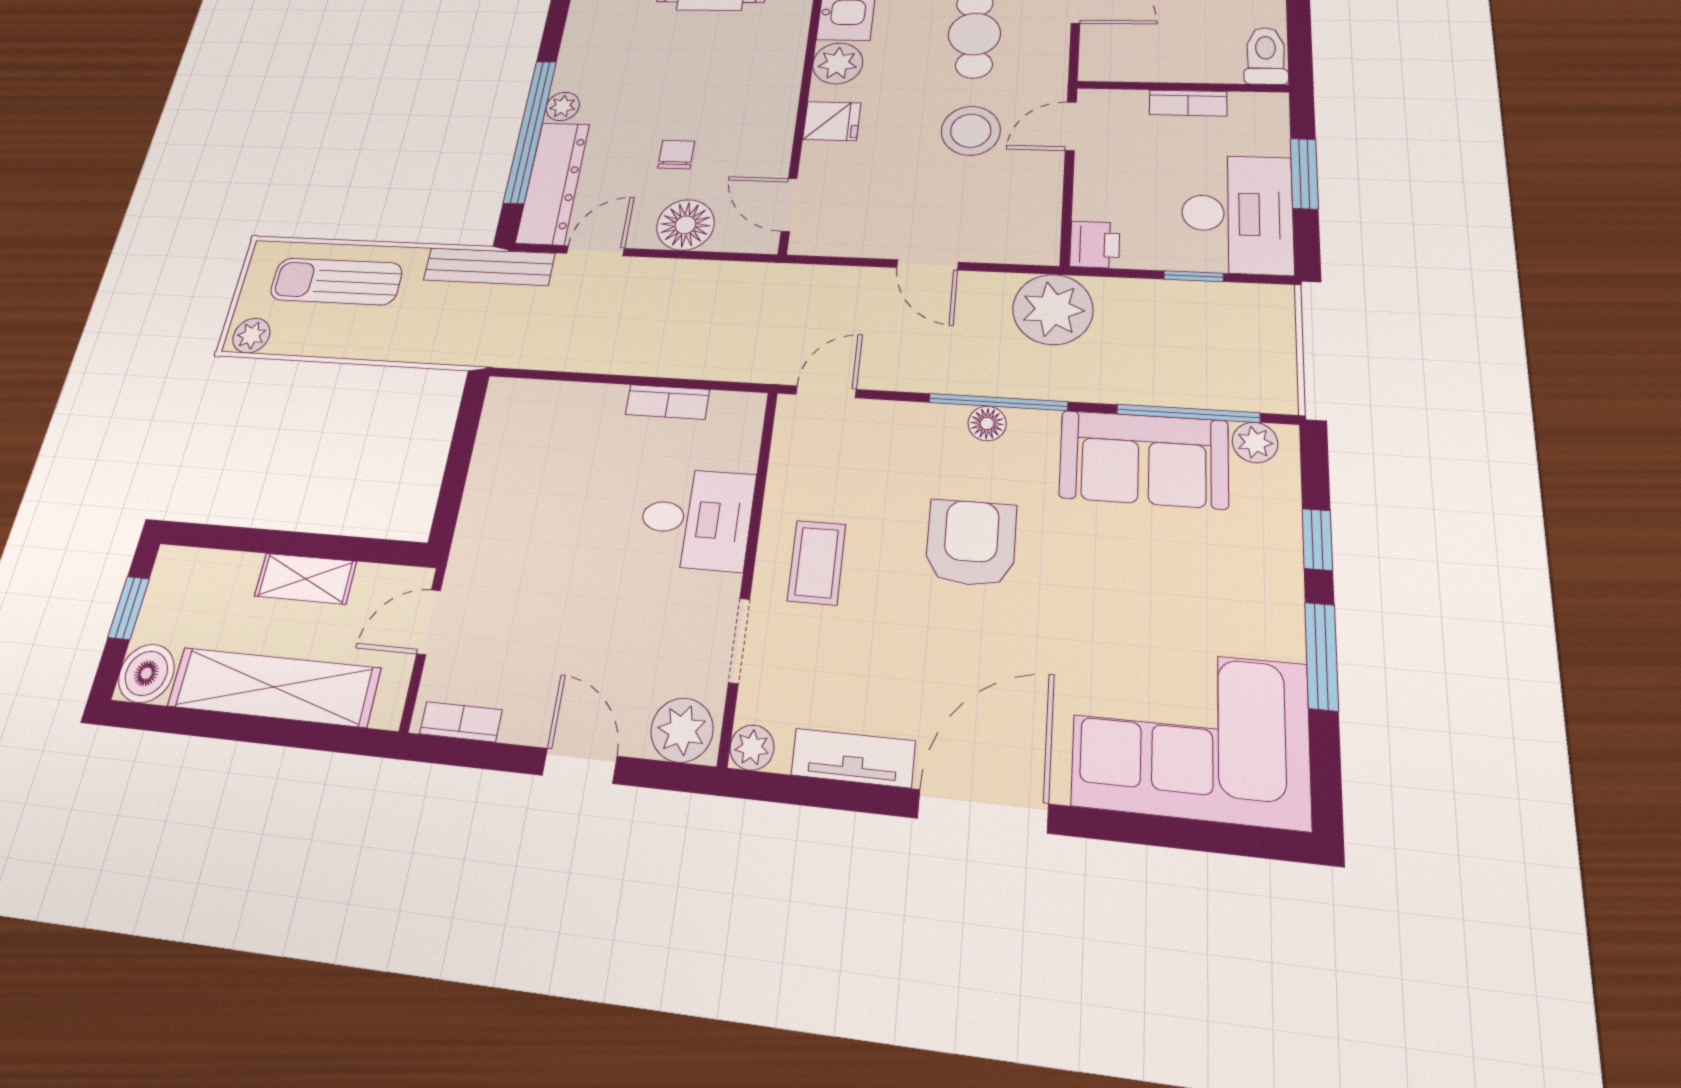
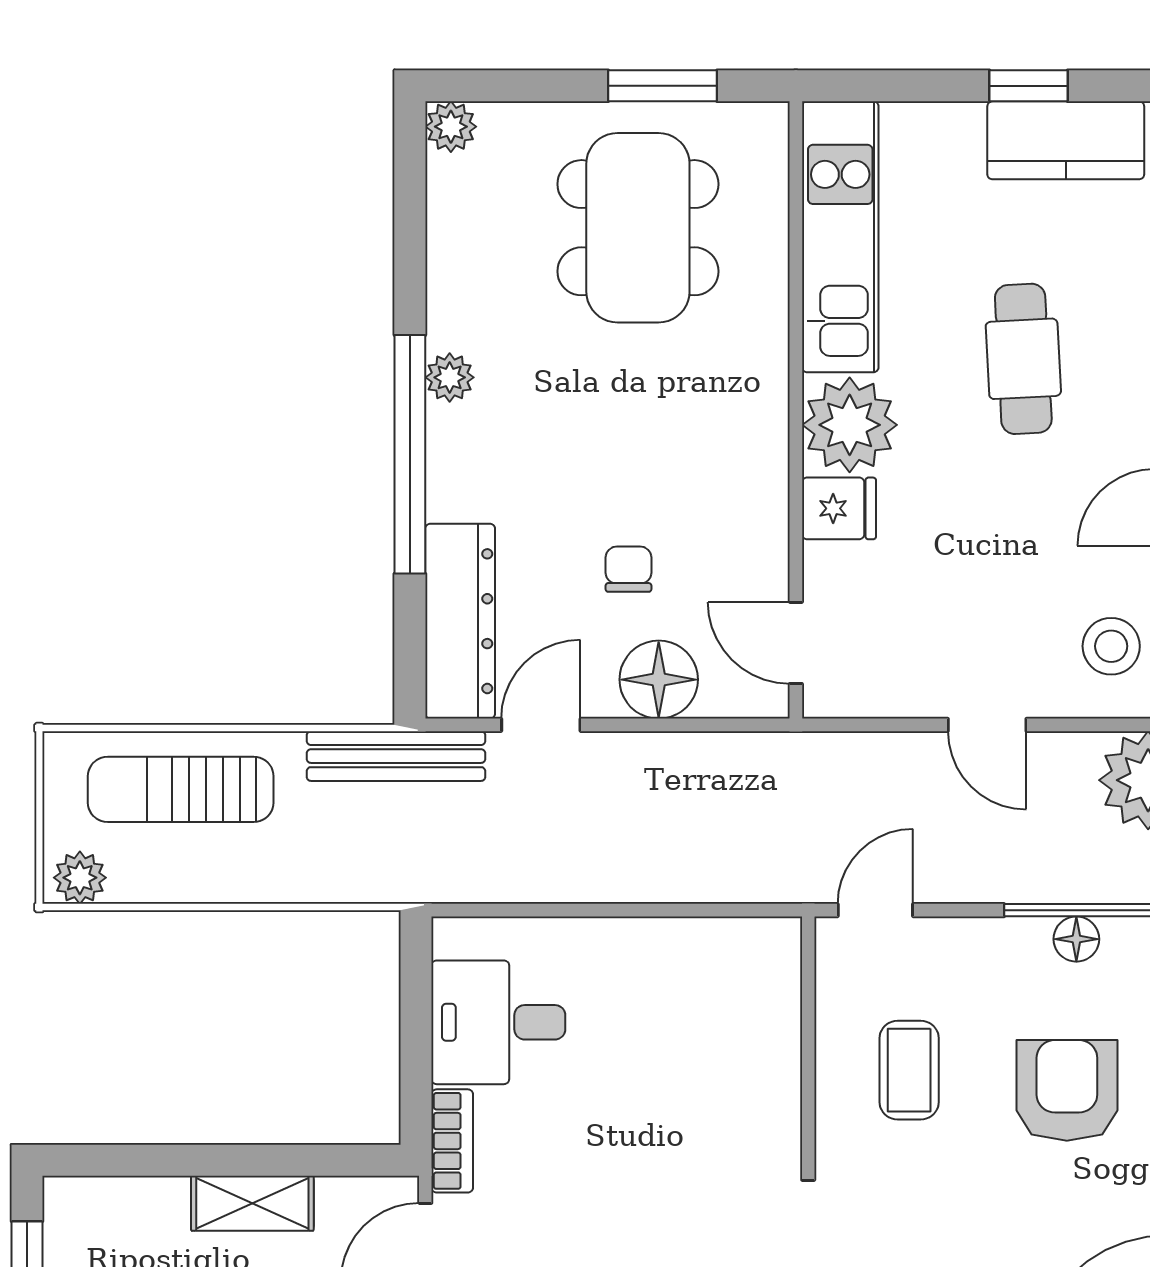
plant: (838, 63) -> (850, 425), width x1.36, depth x1.36
plant: (563, 106) -> (450, 377), moved
window: (530, 131) -> (410, 454), moved
stool: (971, 131) -> (1111, 646), moved, width x0.73, depth x0.73
bookcase: (667, 402) -> (452, 1141), moved, turned -90
desk: (696, 519) -> (498, 1022), moved, turned 180
coffee table: (817, 562) -> (909, 1070), moved

